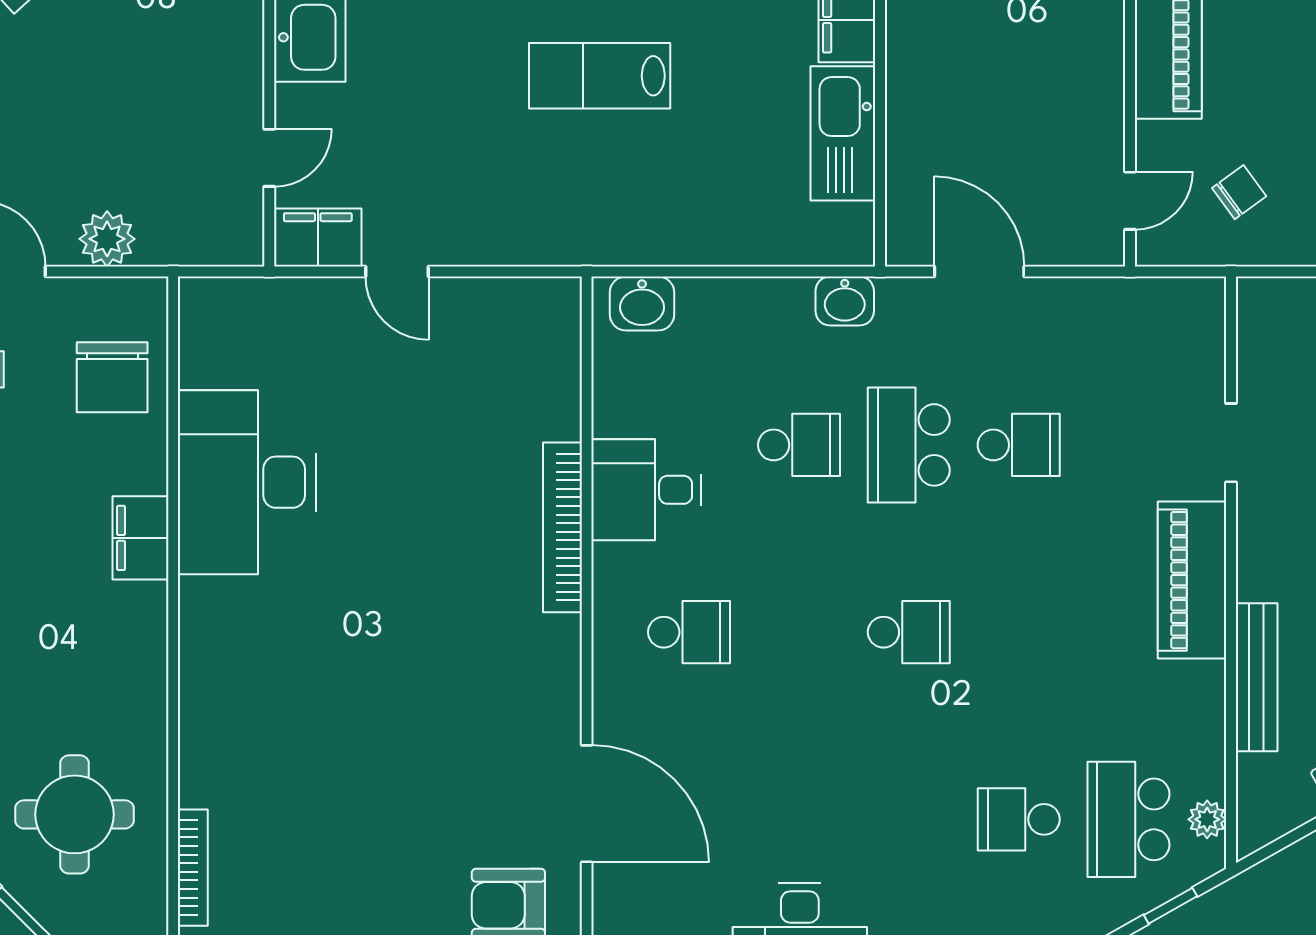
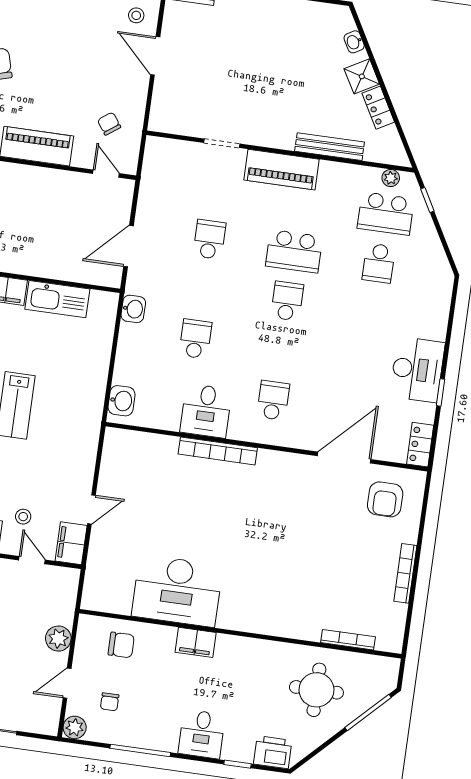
stool: (361, 126) -> (23, 517), added
chair: (112, 377) -> (121, 645), width x0.73, depth x0.73
school desk: (909, 445) -> (294, 251), moved

